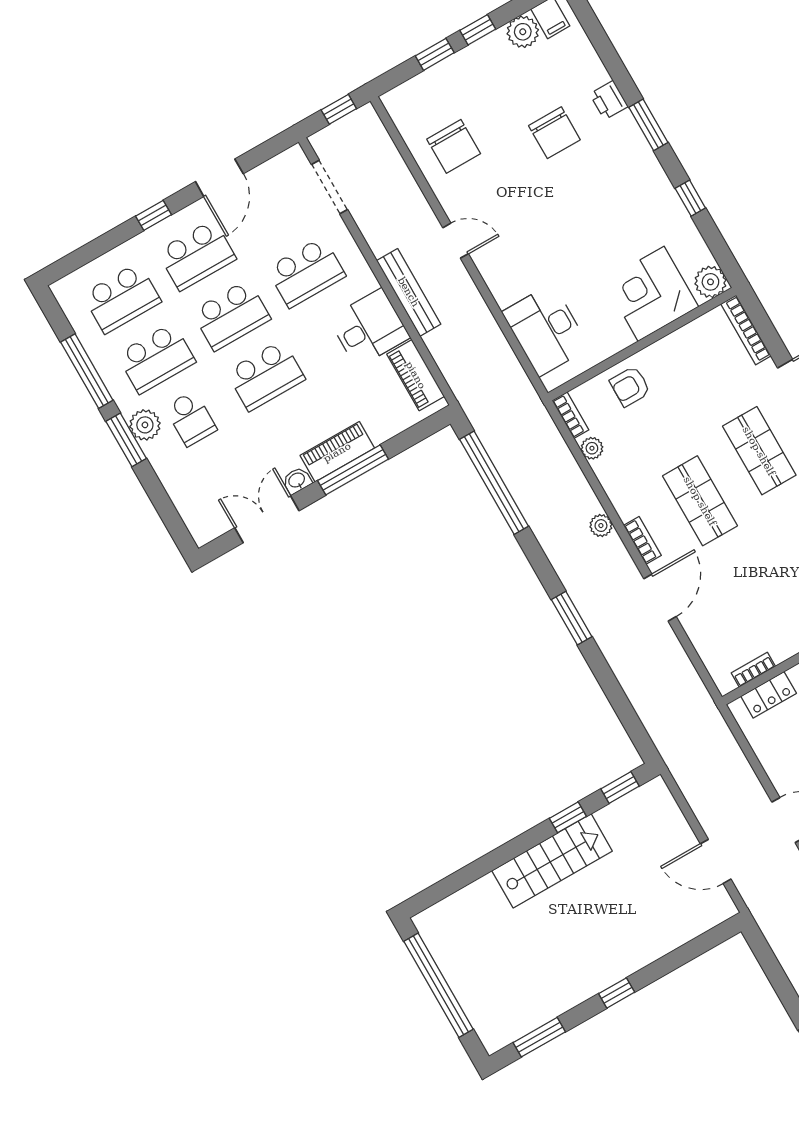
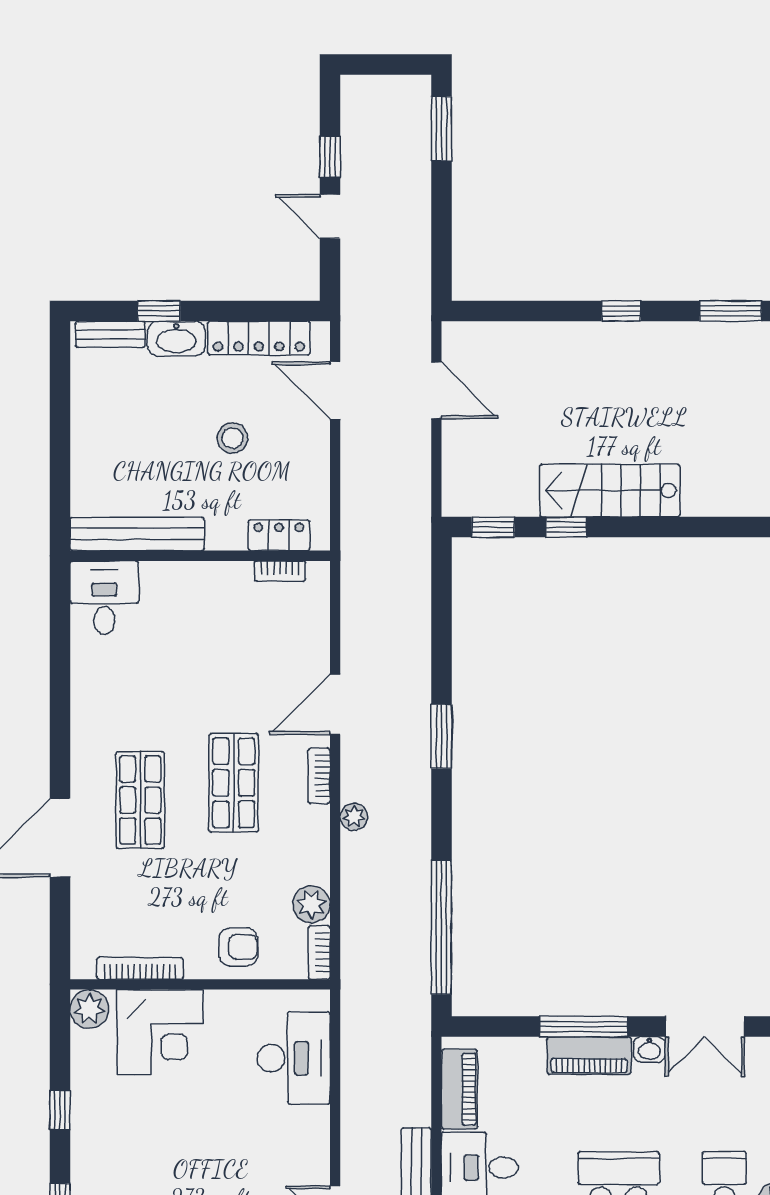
bookcase: (746, 330) -> (140, 968), moved, turned -90
plant: (592, 448) -> (311, 904), width x1.38, depth x1.38

